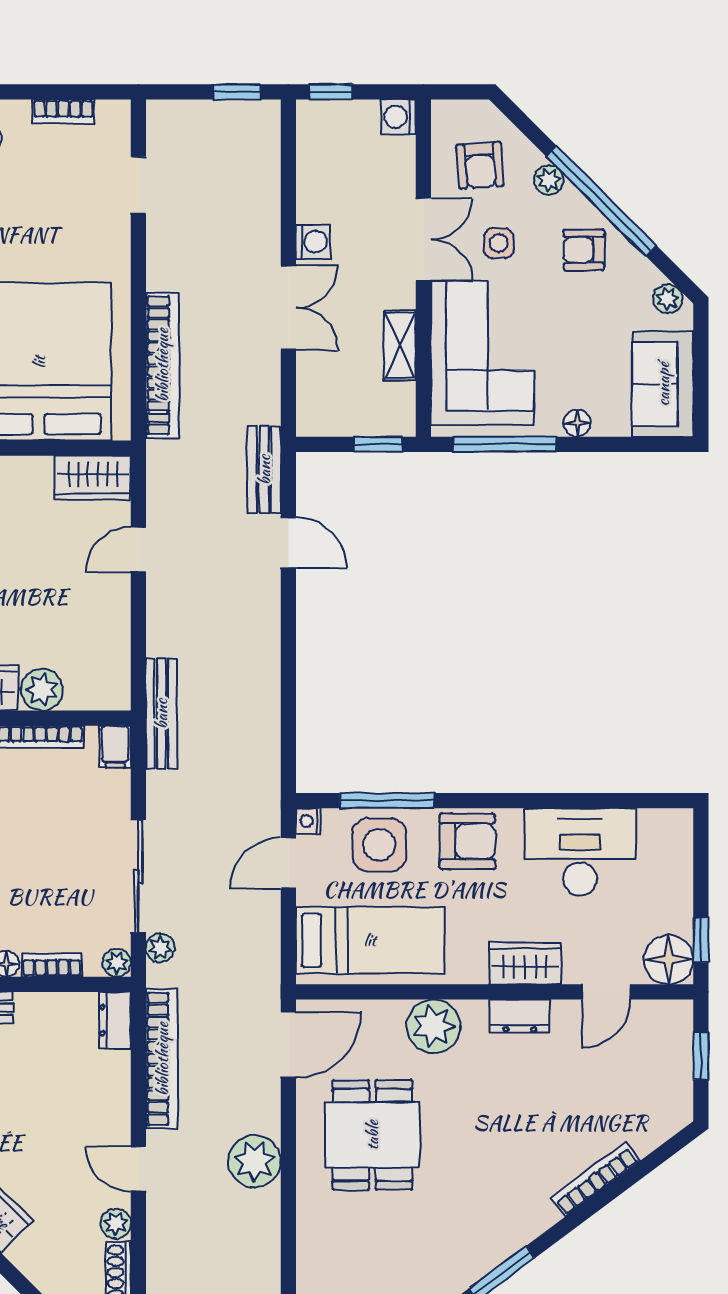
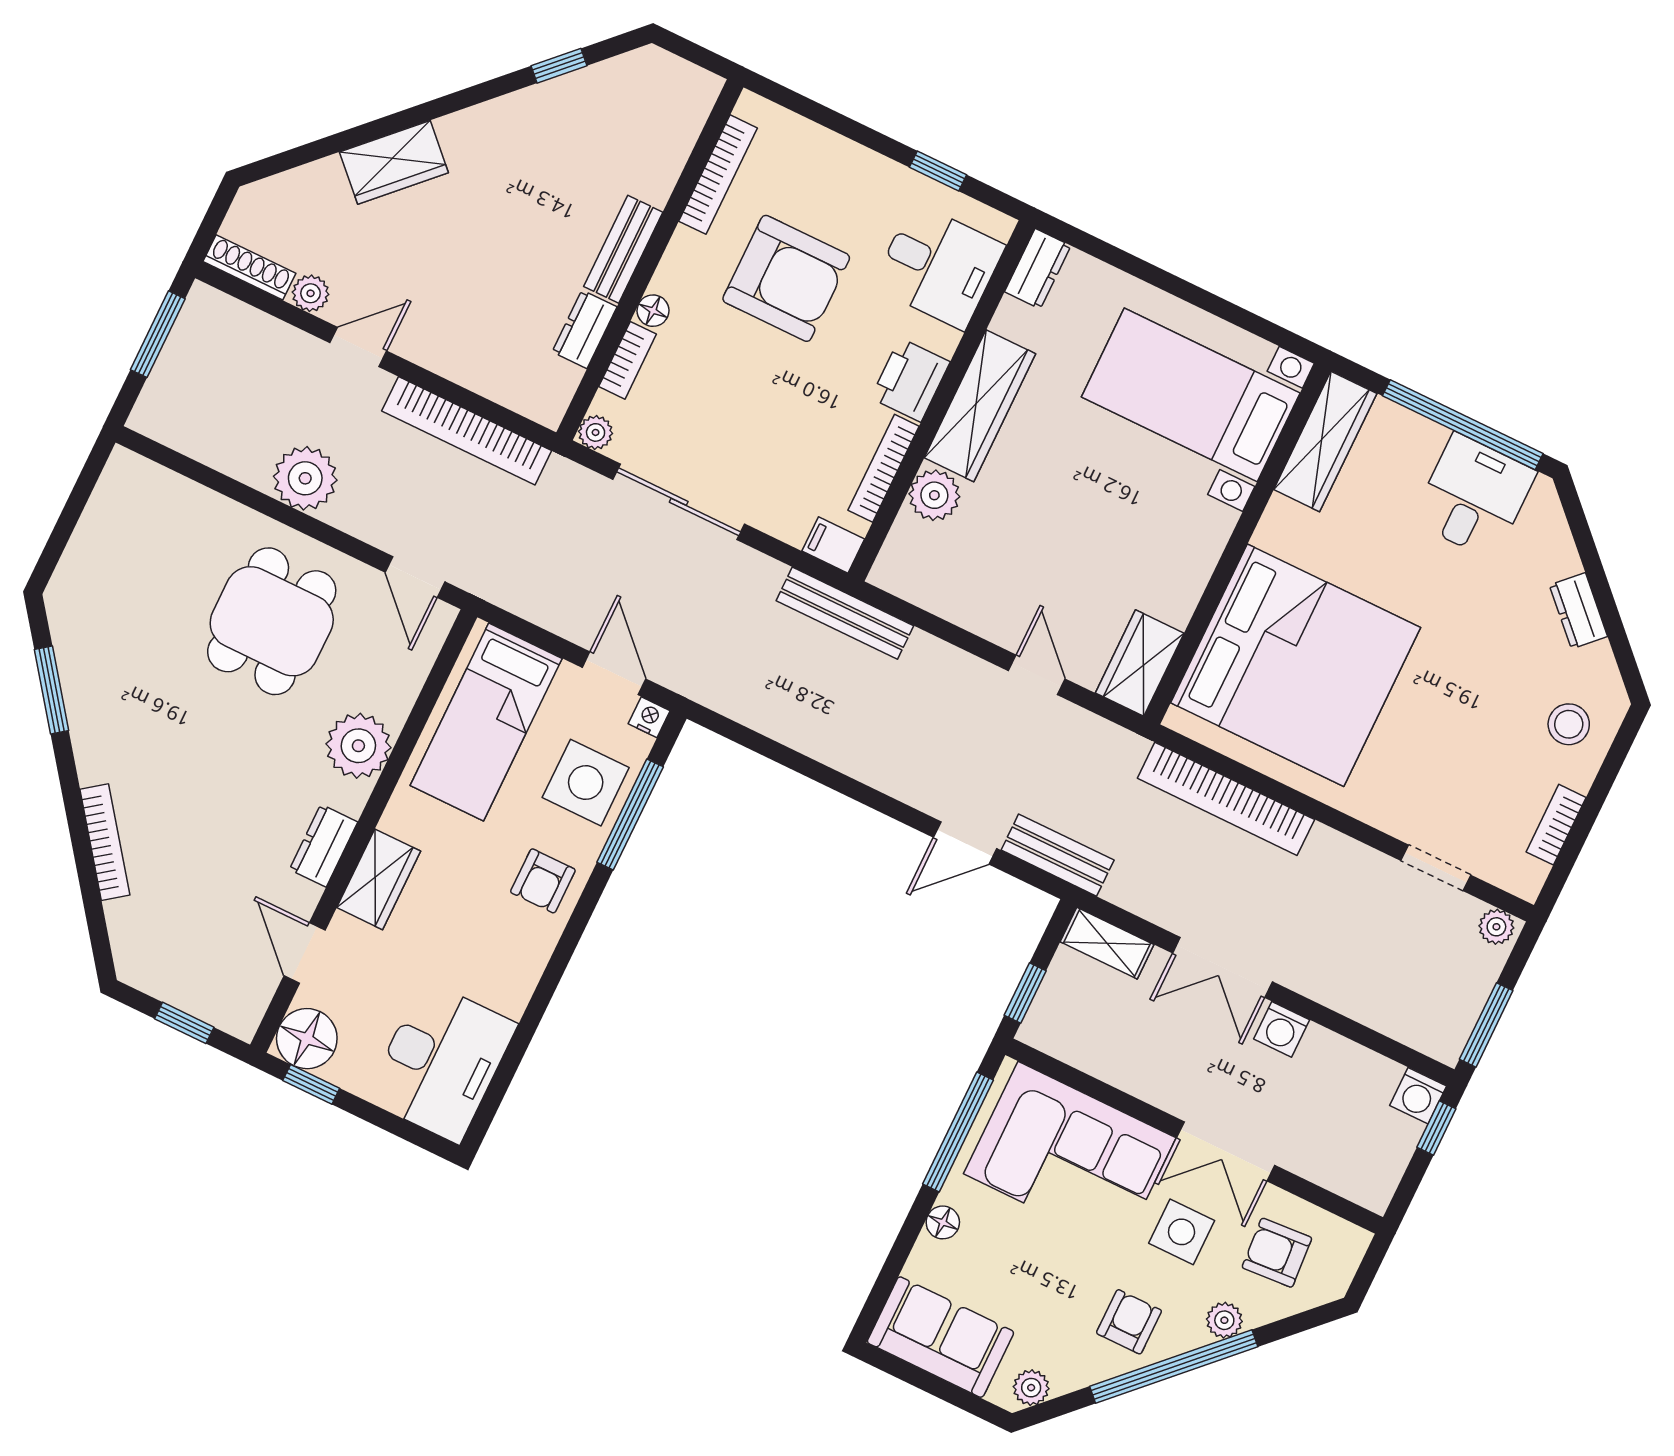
window: (237, 92) -> (1486, 1025), width x1.50
washing machine: (398, 117) -> (1418, 1096), moved, turned 180
side table: (499, 243) -> (1182, 1232), width x1.37, depth x1.37
shelving: (400, 345) -> (1107, 943), moved
armchair: (467, 841) -> (543, 881), width x0.72, depth x0.72
desk: (580, 852) -> (441, 1062), moved
plant: (160, 948) -> (1496, 927), moved
dresser: (115, 1020) -> (585, 329), moved, turned -90
door: (288, 1045) -> (415, 577), width x0.73
dining table: (372, 1135) -> (272, 621), turned 90

